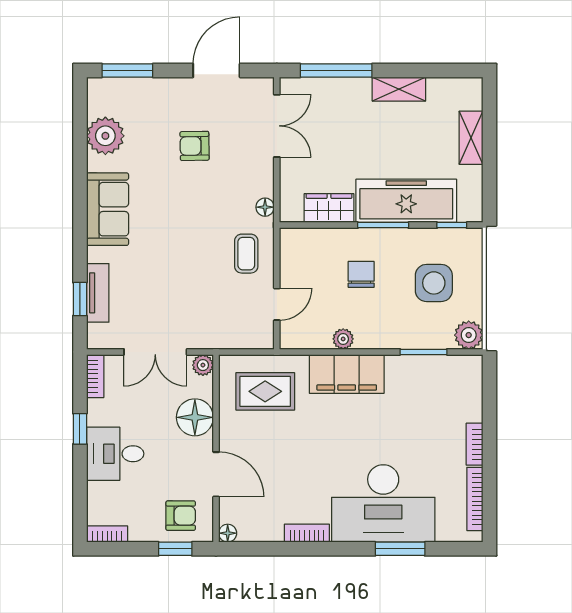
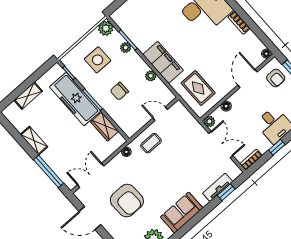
armchair: (195, 146) -> (127, 201), width x1.88, depth x1.88
plant: (416, 339) -> (126, 47), added
floor lamp: (195, 417) -> (226, 106), width x0.53, depth x0.53
armchair: (181, 516) -> (276, 78), turned 180

